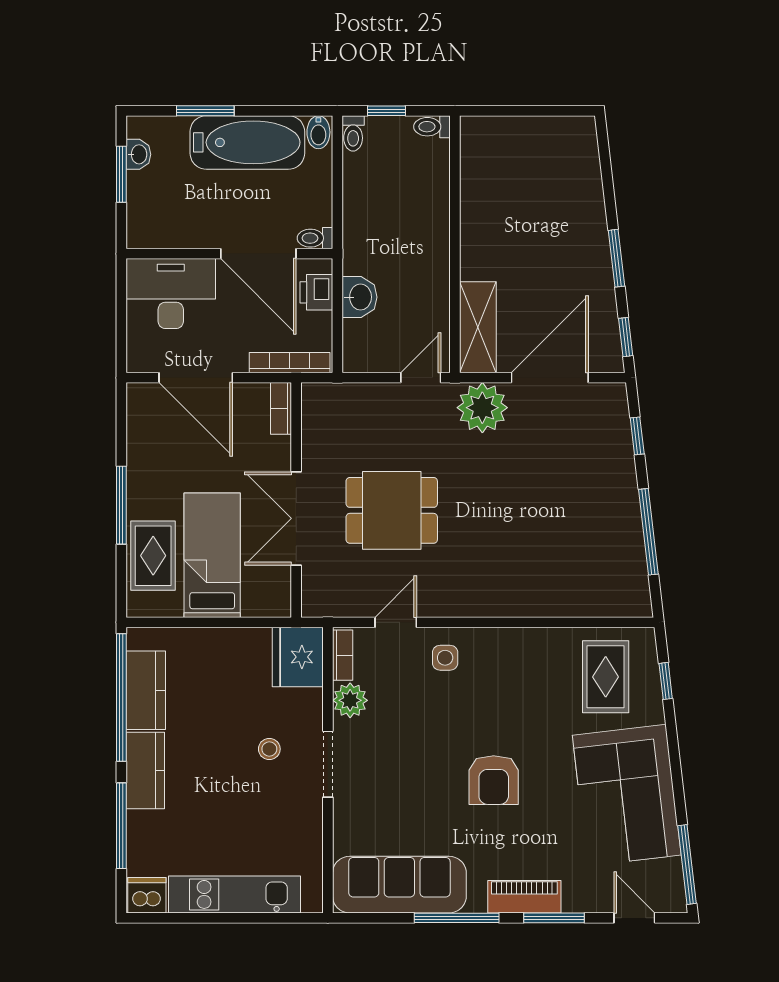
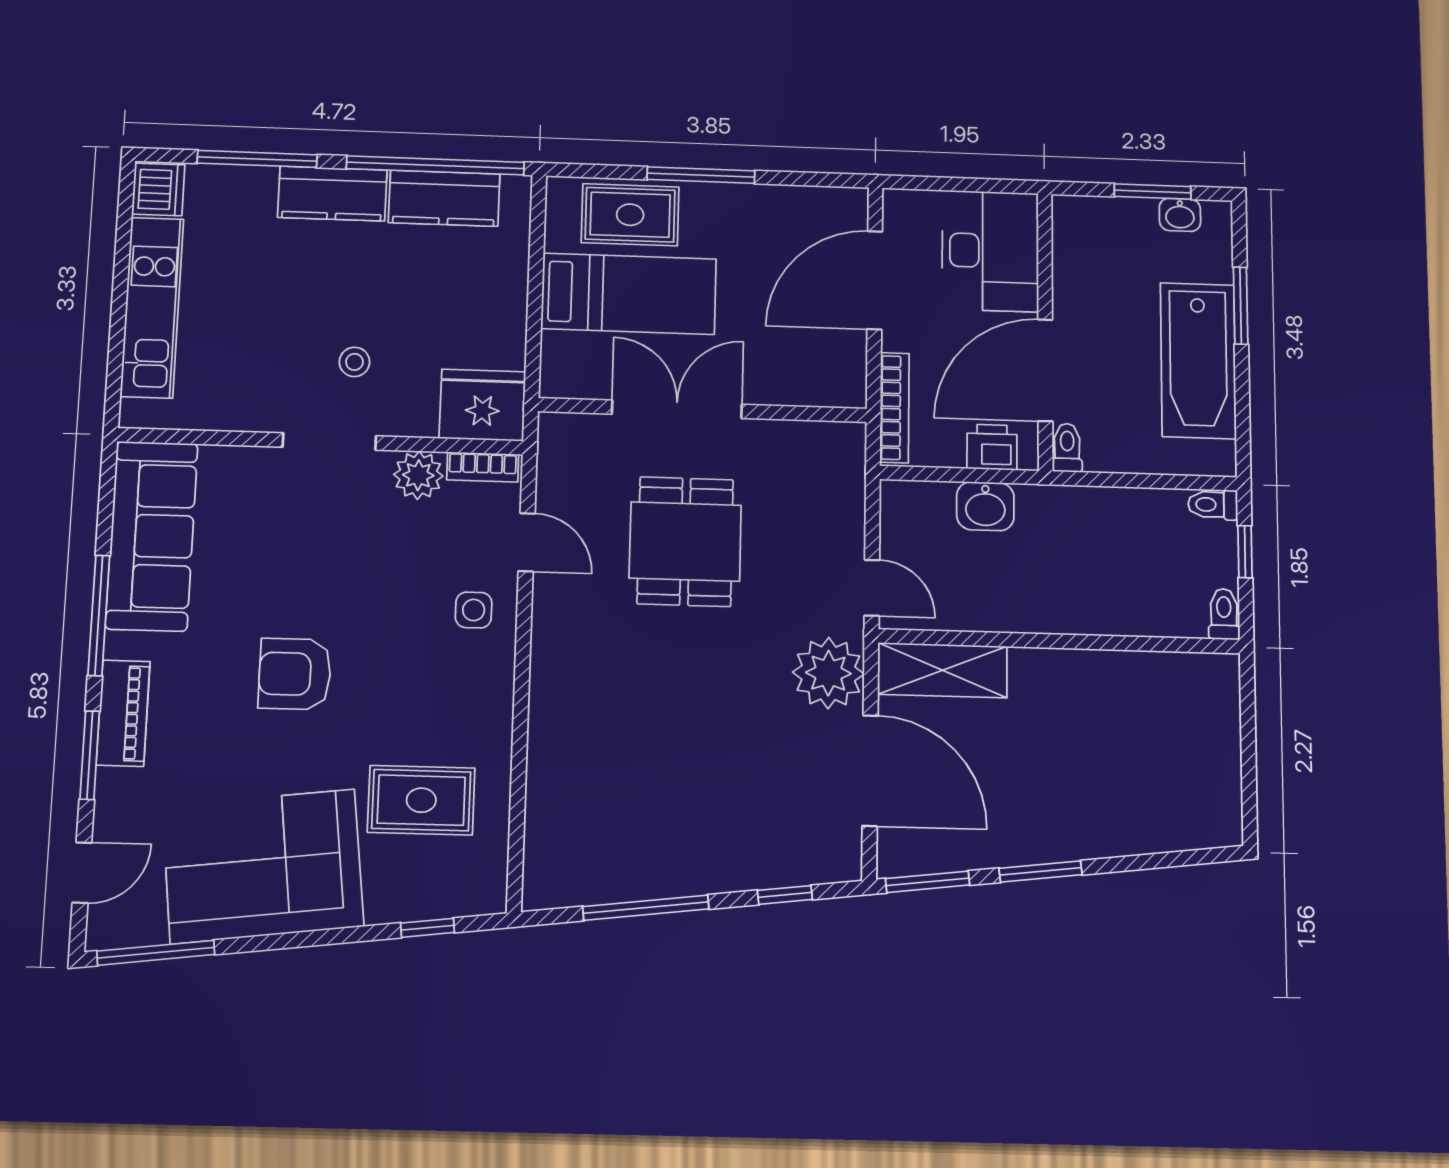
bidet: (318, 132) -> (1214, 457), removed
window: (626, 337) -> (927, 882), width x1.50
bookcase: (281, 408) -> (831, 394), removed
rug: (606, 677) -> (421, 800), moved

